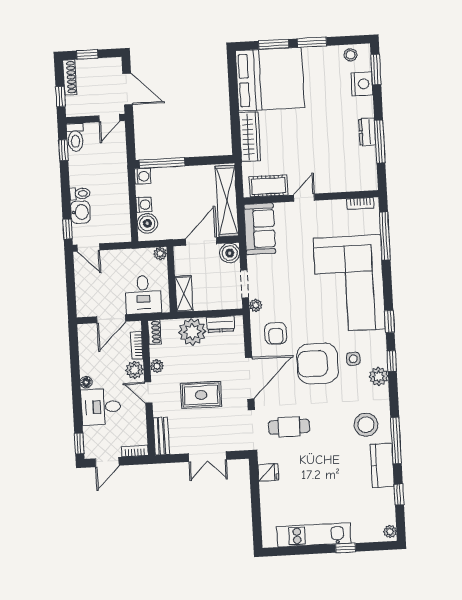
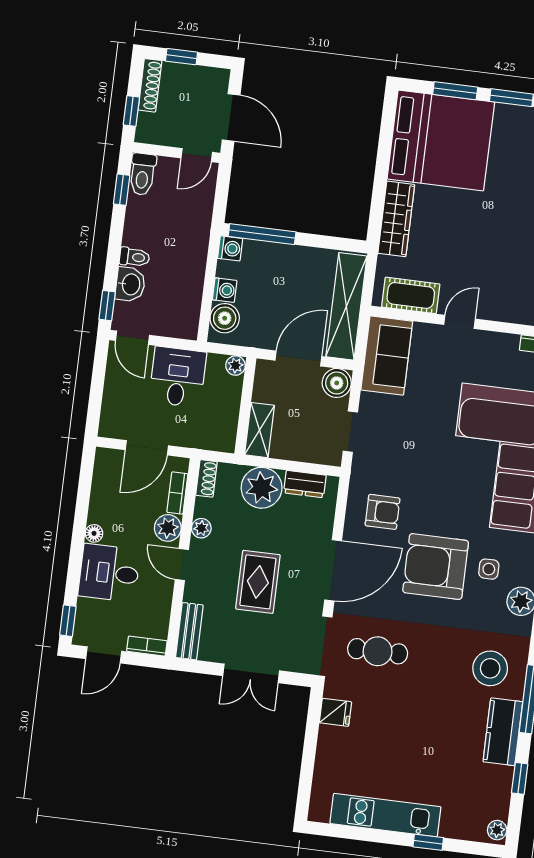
desk: (143, 295) -> (178, 377), moved, turned 180
plant: (256, 305) -> (361, 466), removed
armchair: (276, 333) -> (383, 512), turned -90
rug: (201, 395) -> (258, 582), turned 90

